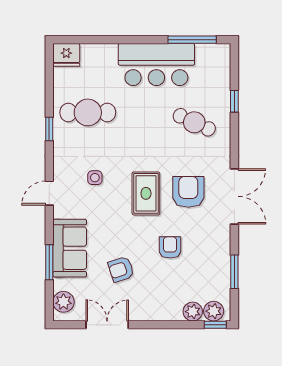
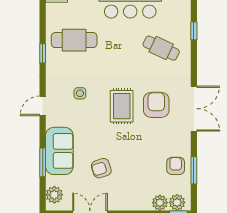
armchair: (170, 247) -> (176, 166), moved

